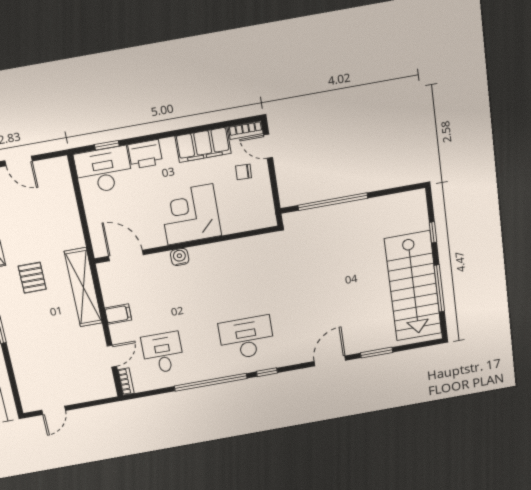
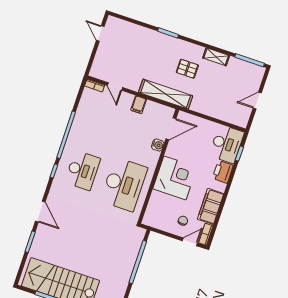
water cooler: (180, 257) -> (158, 145), moved
desk: (163, 353) -> (124, 184), moved, width x1.87, depth x1.30

